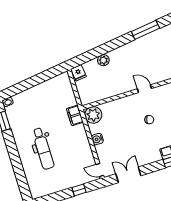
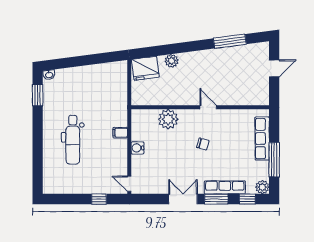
fridge: (78, 73) -> (145, 68), width x1.88, depth x1.34
filing cabinet: (75, 115) -> (120, 133), moved, width x0.50
plant: (93, 115) -> (168, 119), moved
double door: (128, 175) -> (183, 199), moved

